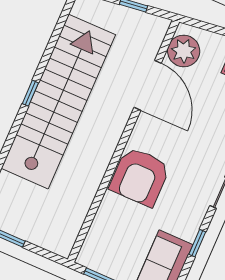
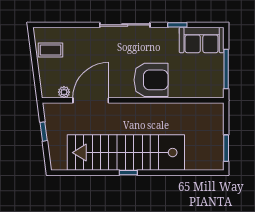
plant: (184, 51) -> (64, 92), width x0.53, depth x0.53

